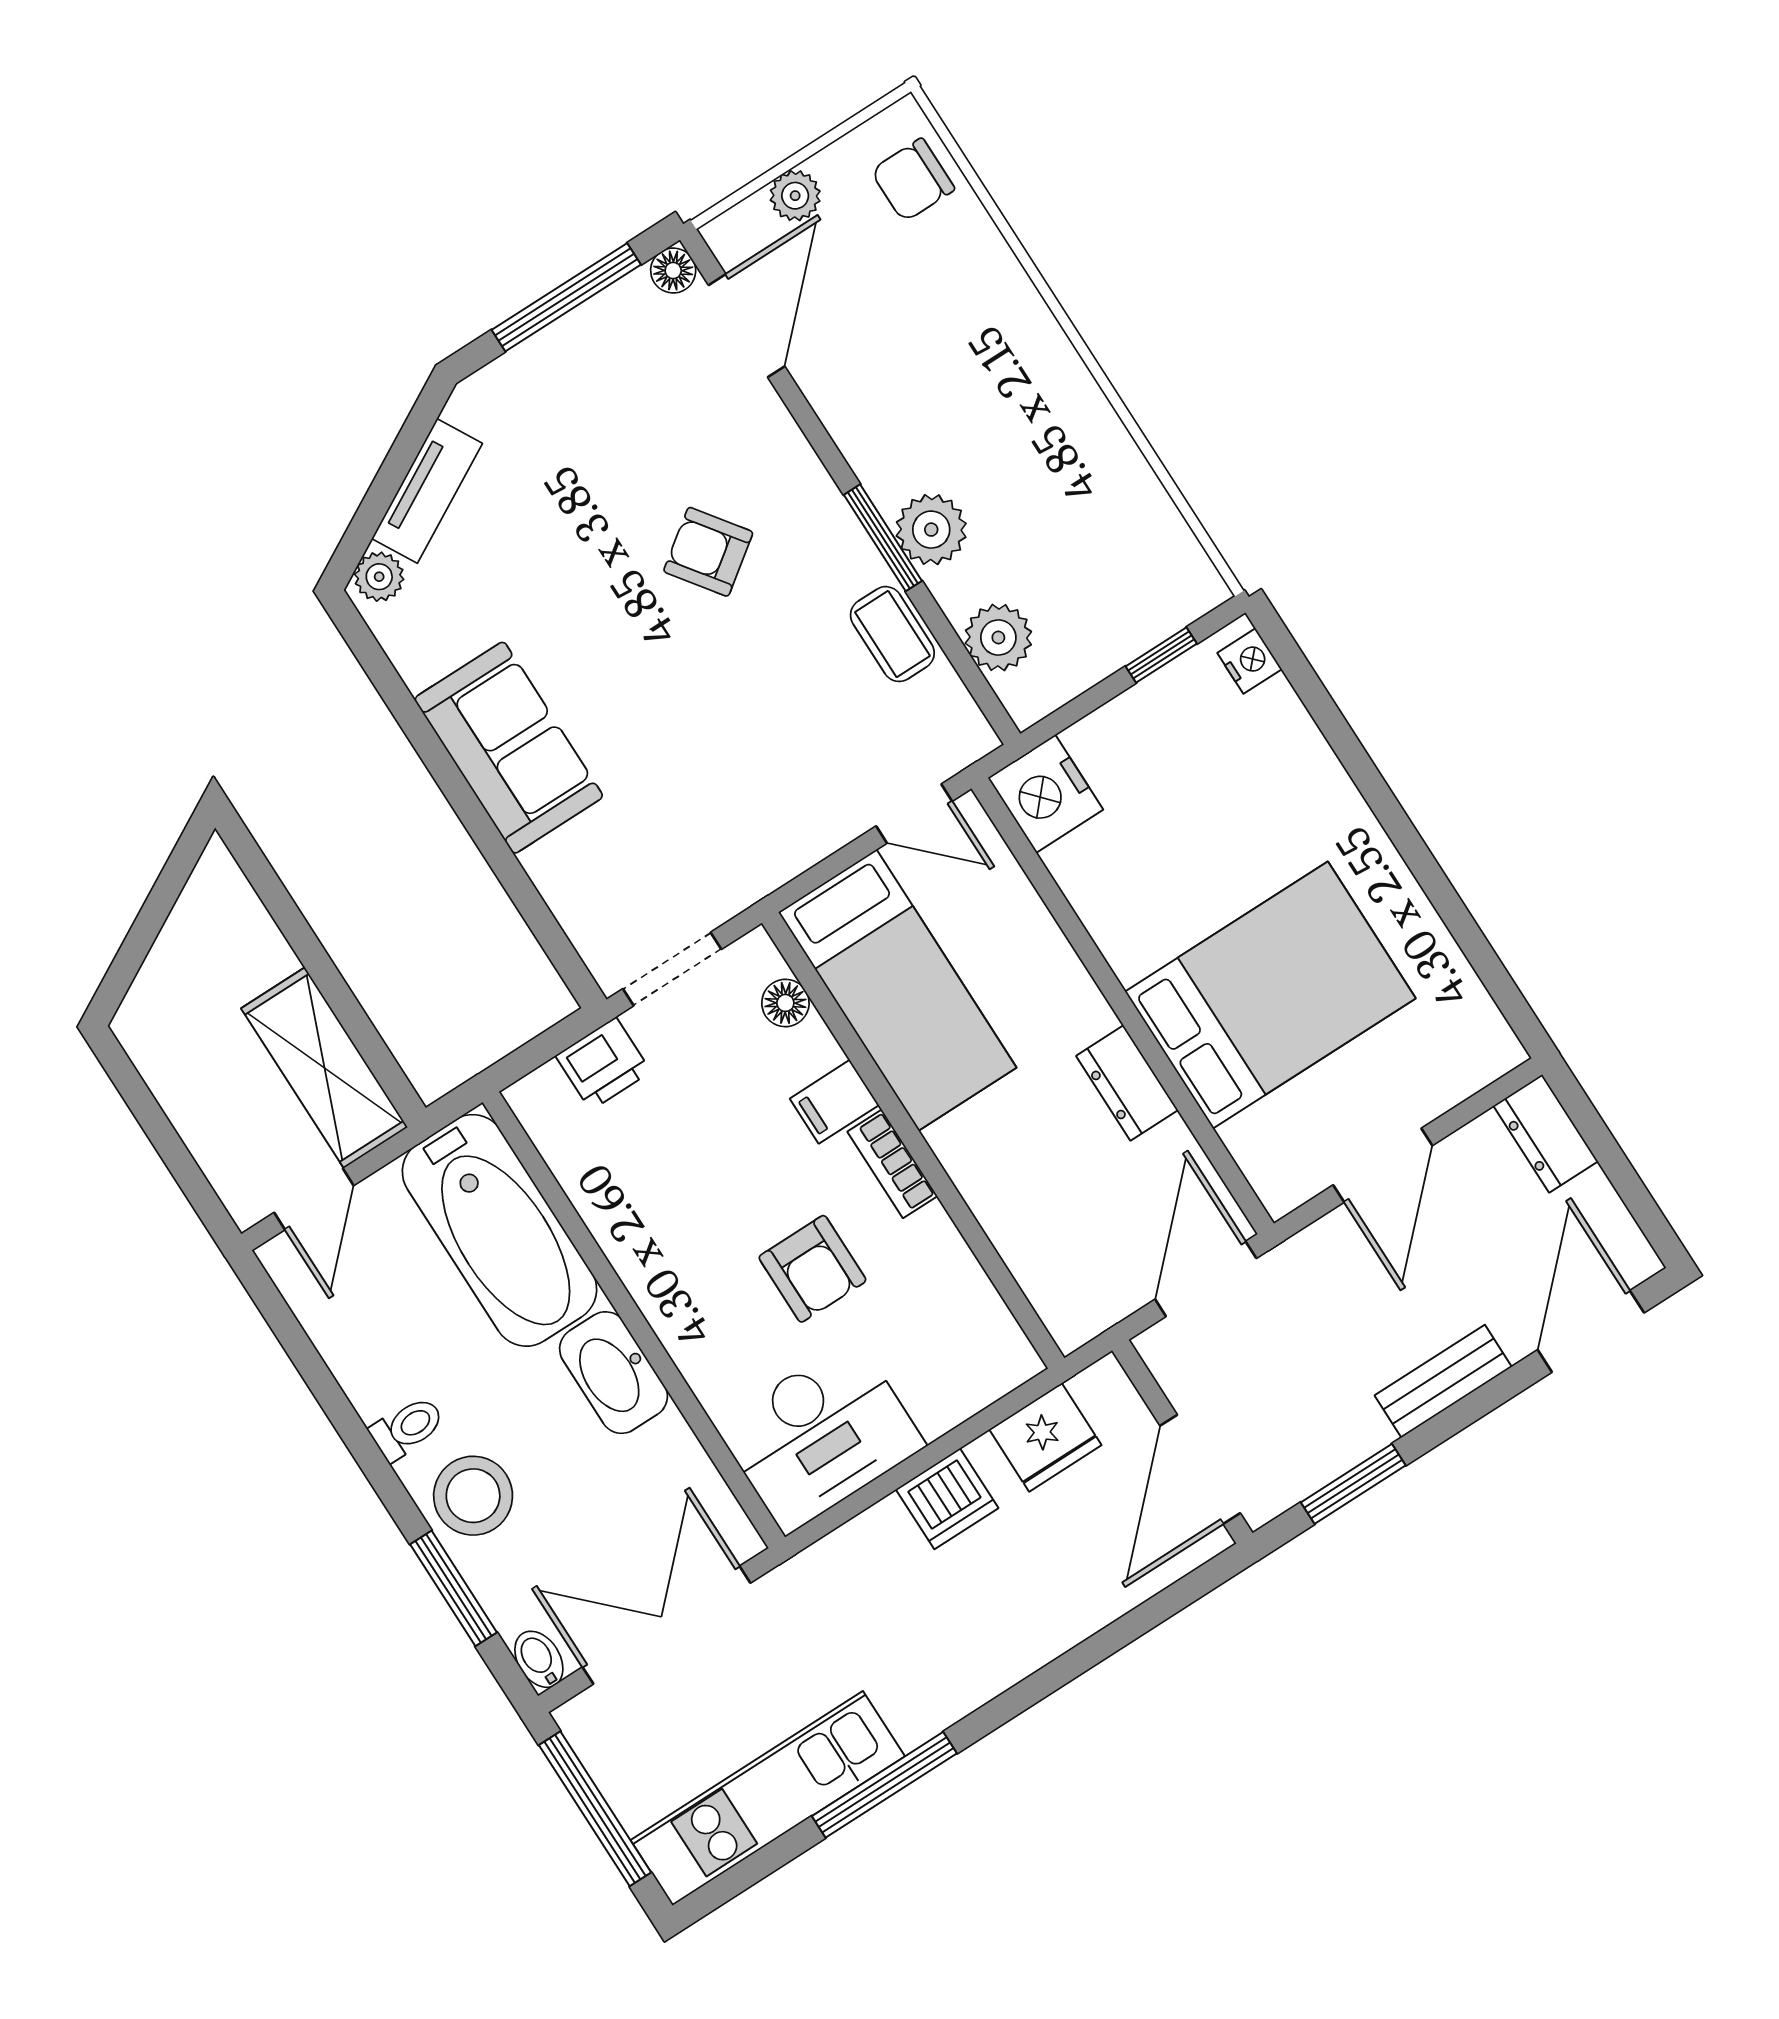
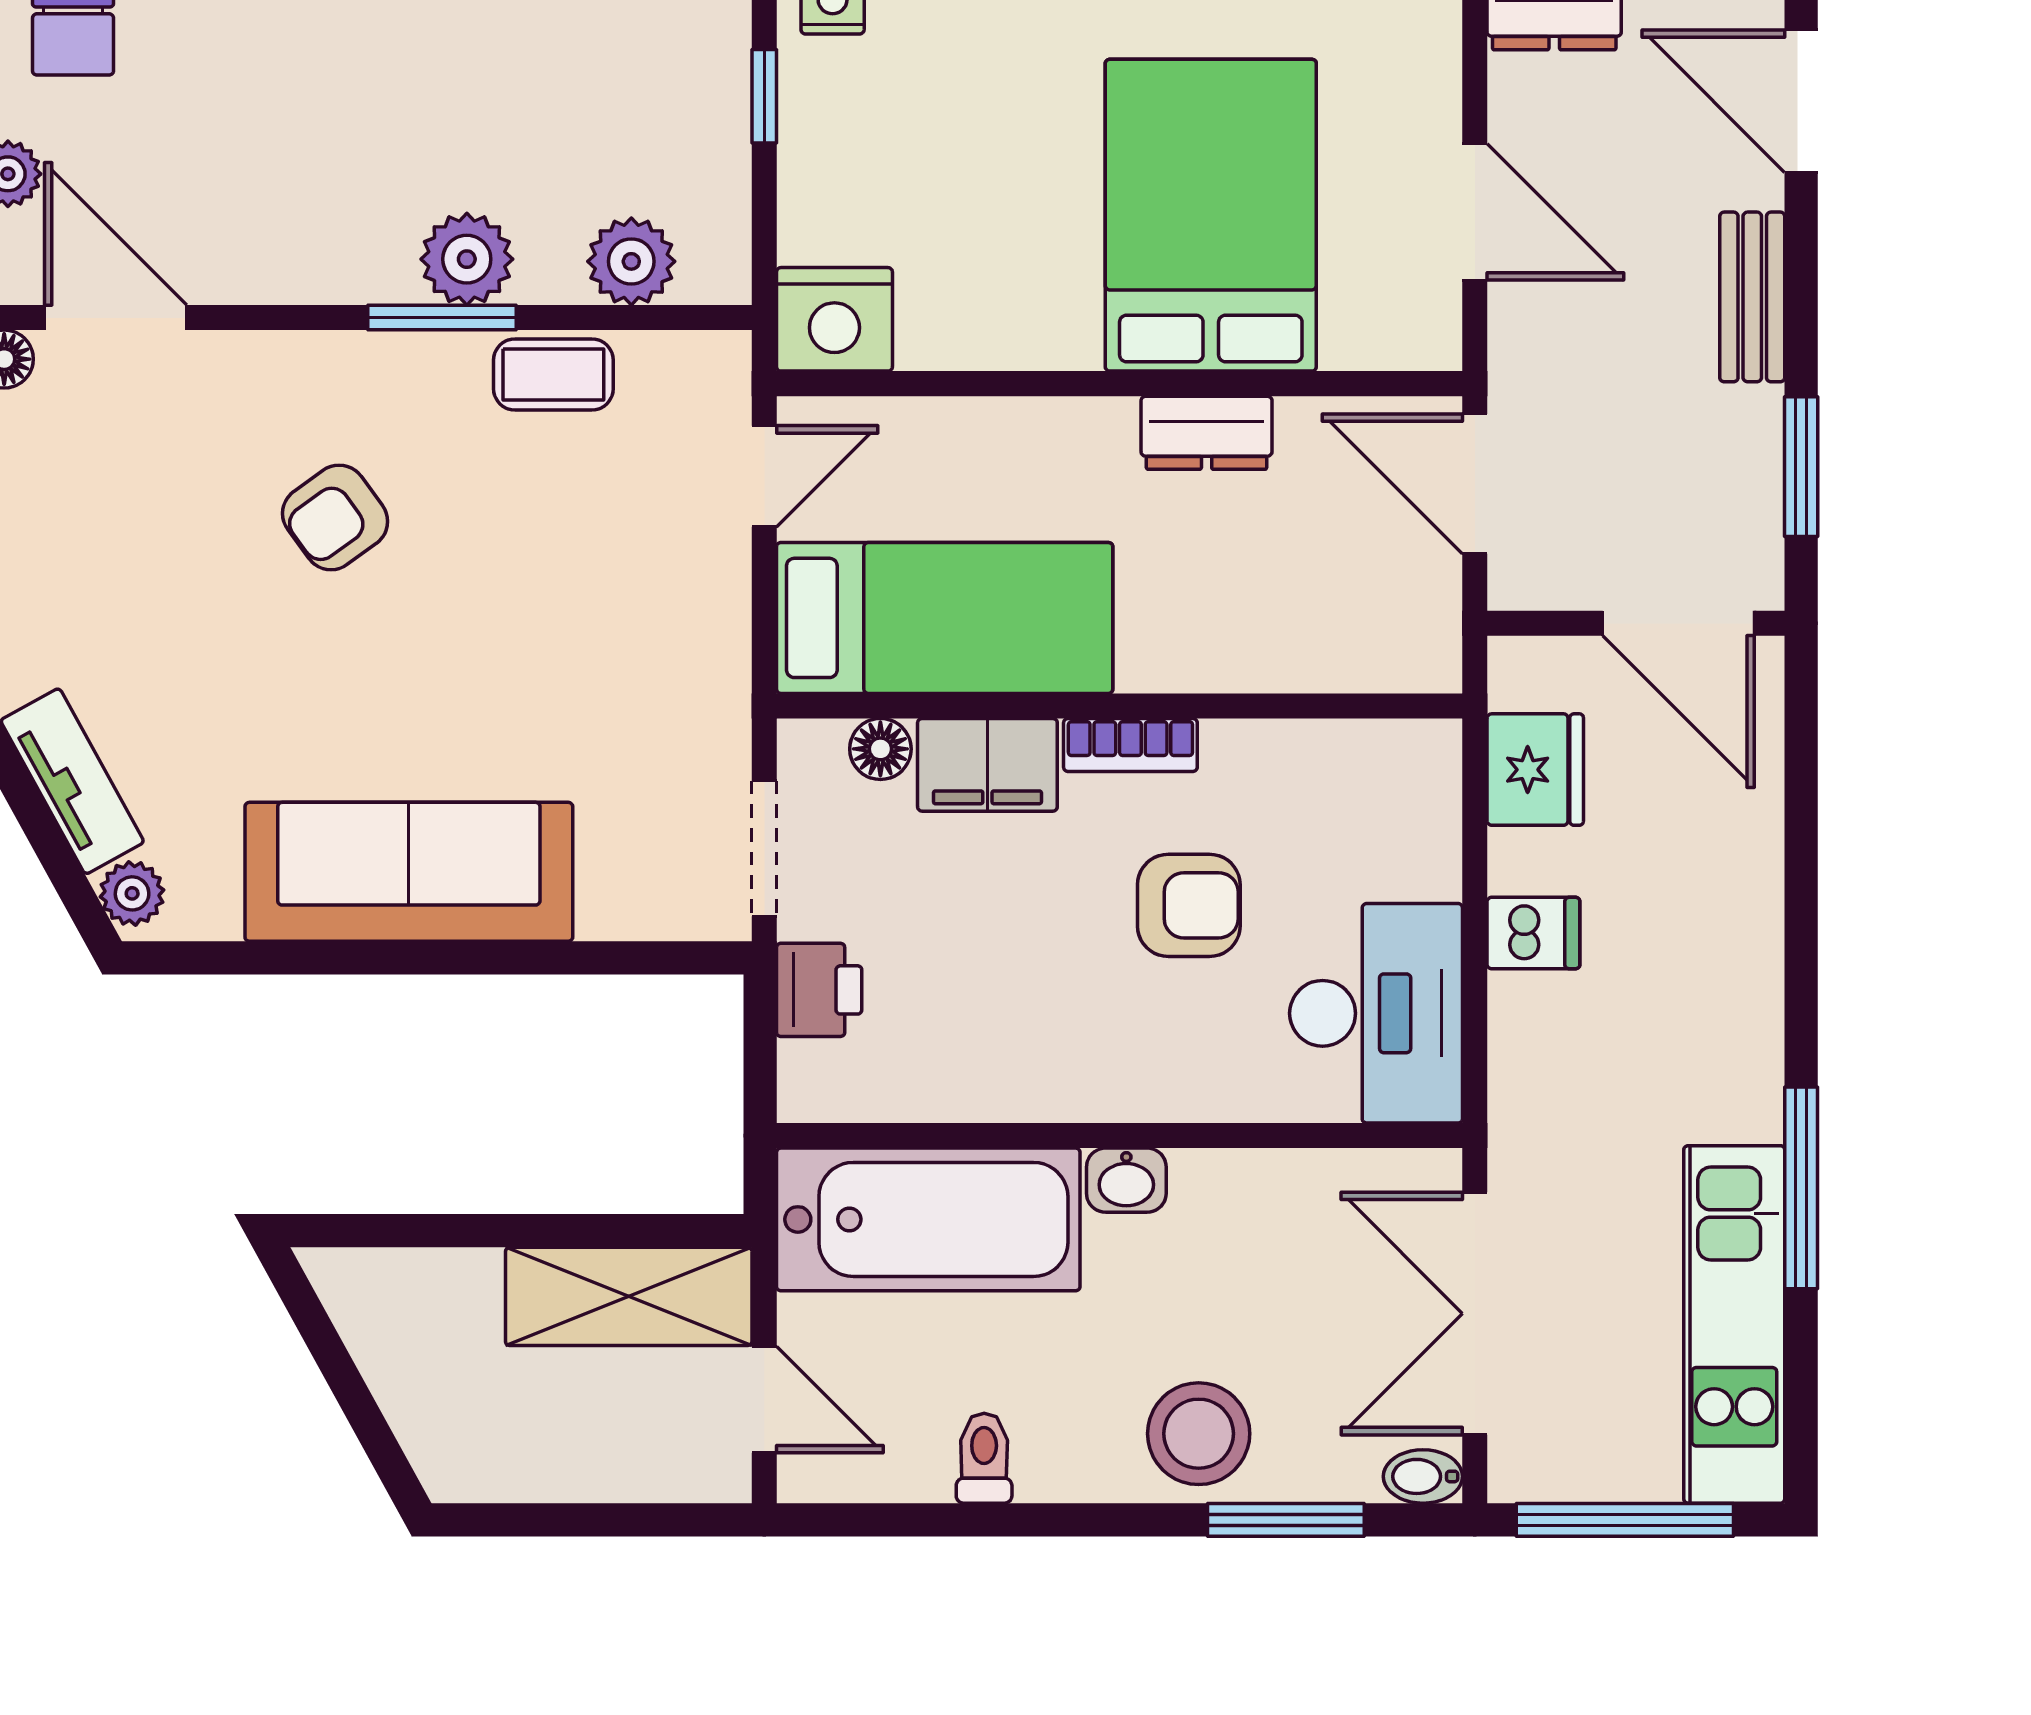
sofa: (509, 748) -> (409, 872), width x1.36
filing cabinet: (834, 1102) -> (987, 765), width x2.00
washbasin: (614, 1373) -> (1126, 1180), width x0.52, depth x0.69
toilet: (407, 1428) -> (984, 1458), moved
dishwasher: (947, 1499) -> (1533, 933), width x0.73

